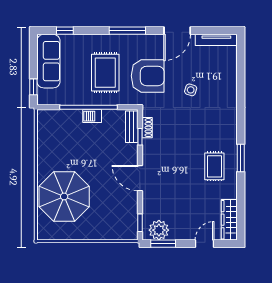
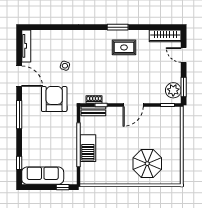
rug: (105, 73) -> (52, 132), removed
barbecue: (92, 116) -> (88, 148), width x1.88, depth x1.53
parasol: (64, 196) -> (147, 164), width x0.73, depth x0.73

